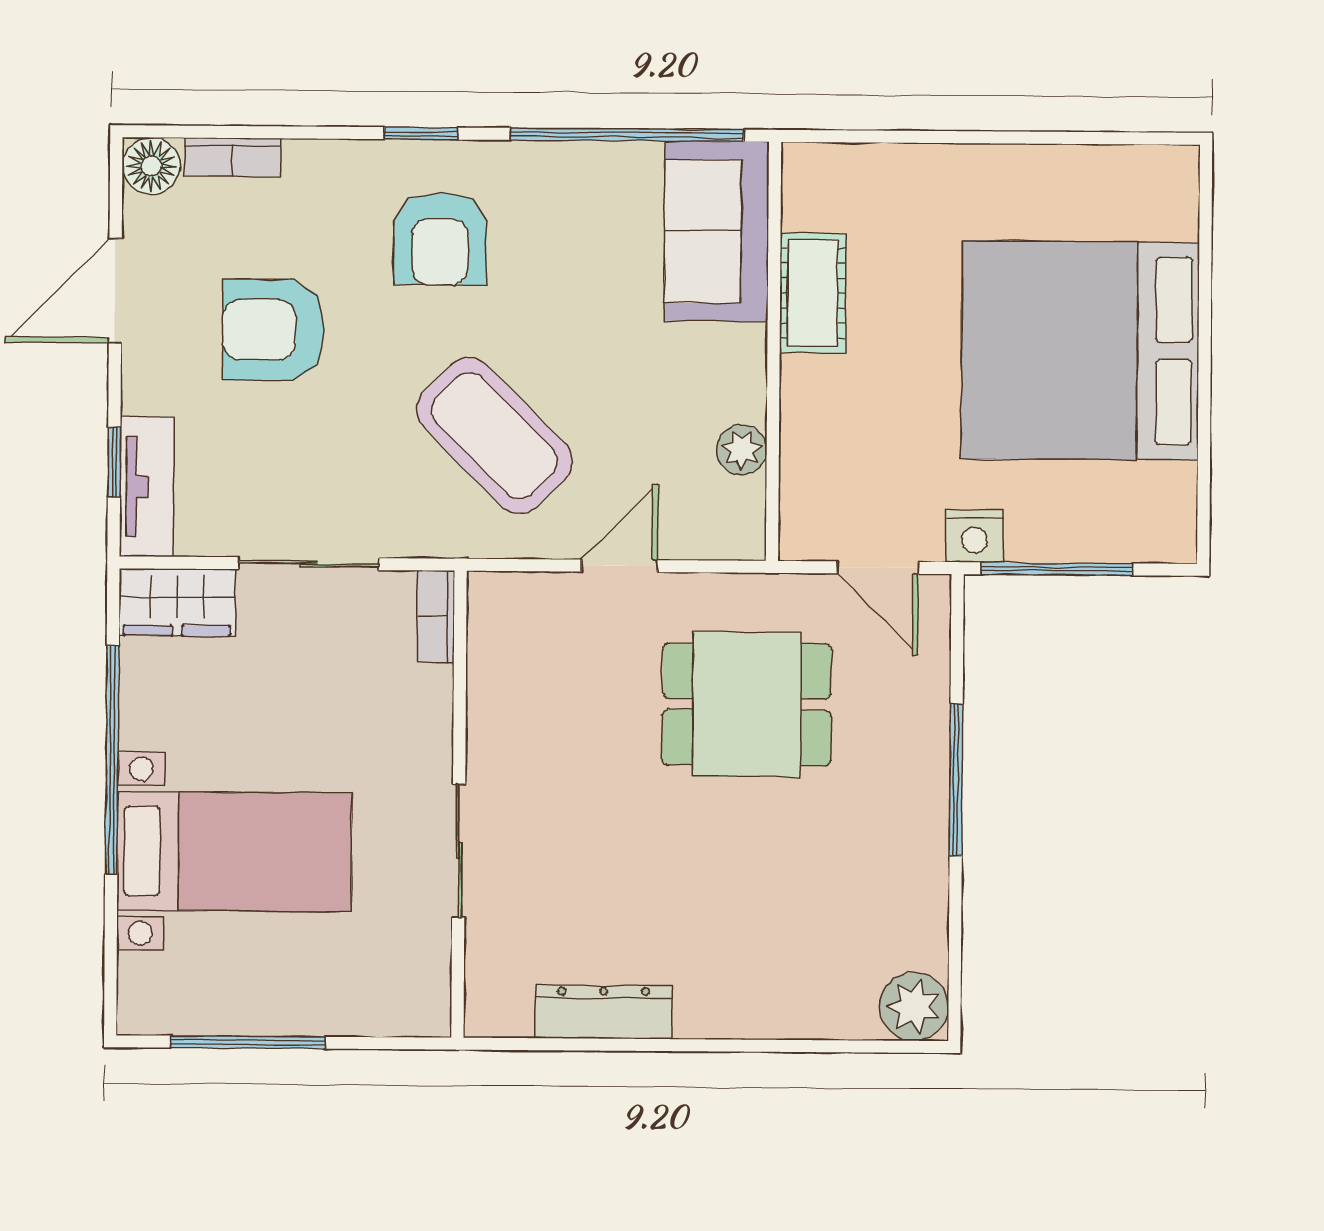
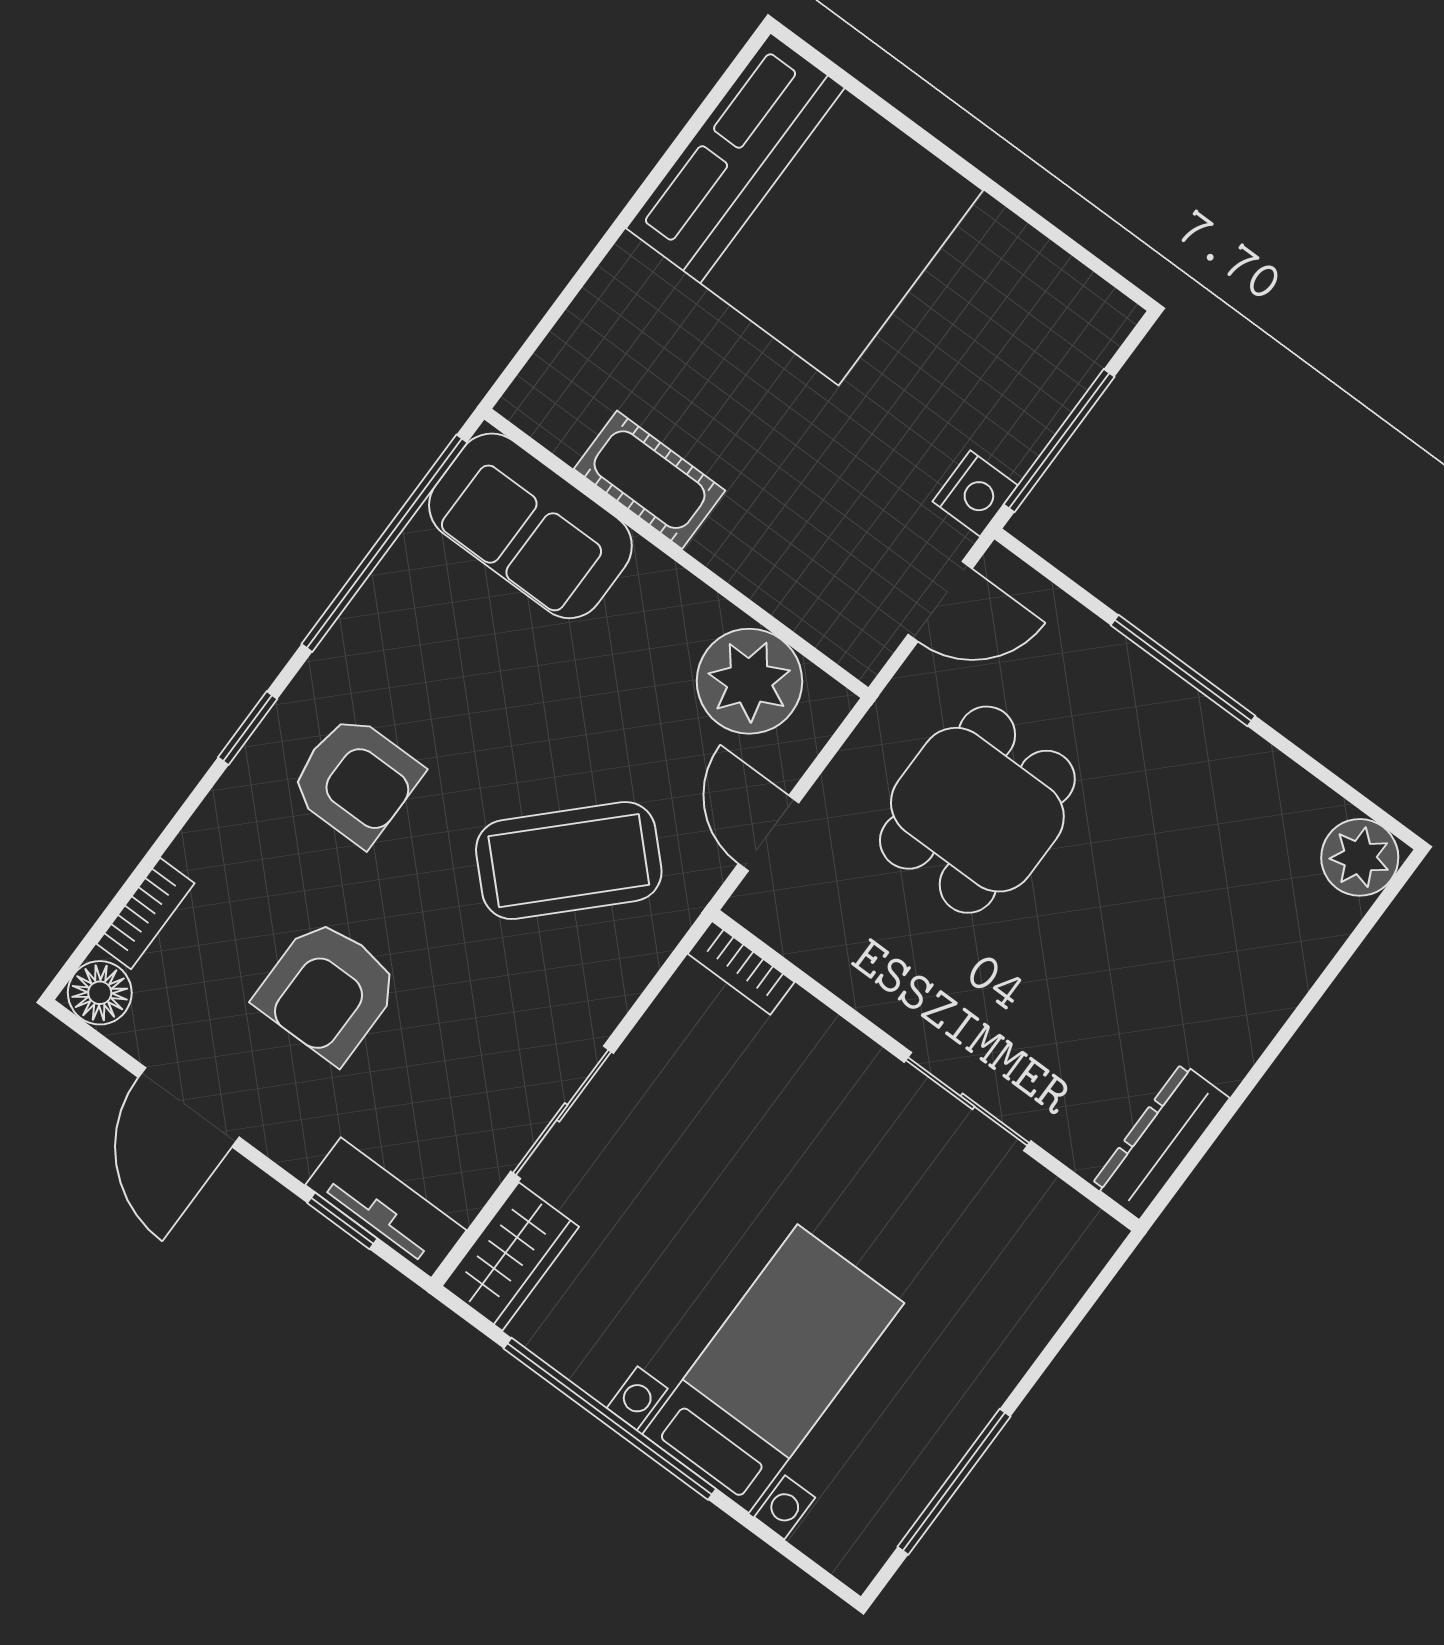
bed: (1080, 351) -> (805, 209), moved, turned -90
plant: (742, 450) -> (749, 681), width x1.88, depth x1.88
bookcase: (436, 616) -> (741, 968), moved
wall: (459, 804) -> (926, 1070), moved
sliding door: (459, 851) -> (968, 1101), moved

